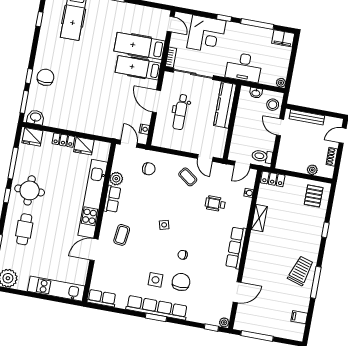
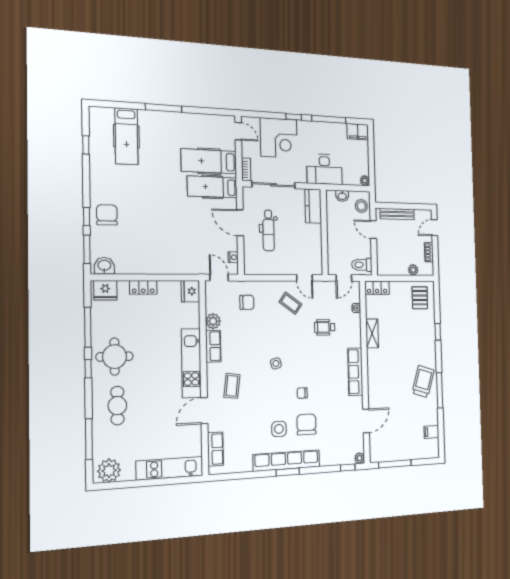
kitchen counter: (225, 105) -> (313, 206), width x0.67
fridge: (84, 146) -> (190, 291), moved, turned 90
kitchen unit: (93, 199) -> (191, 363), width x0.73
row of seats: (102, 298) -> (215, 449), moved, turned 90

